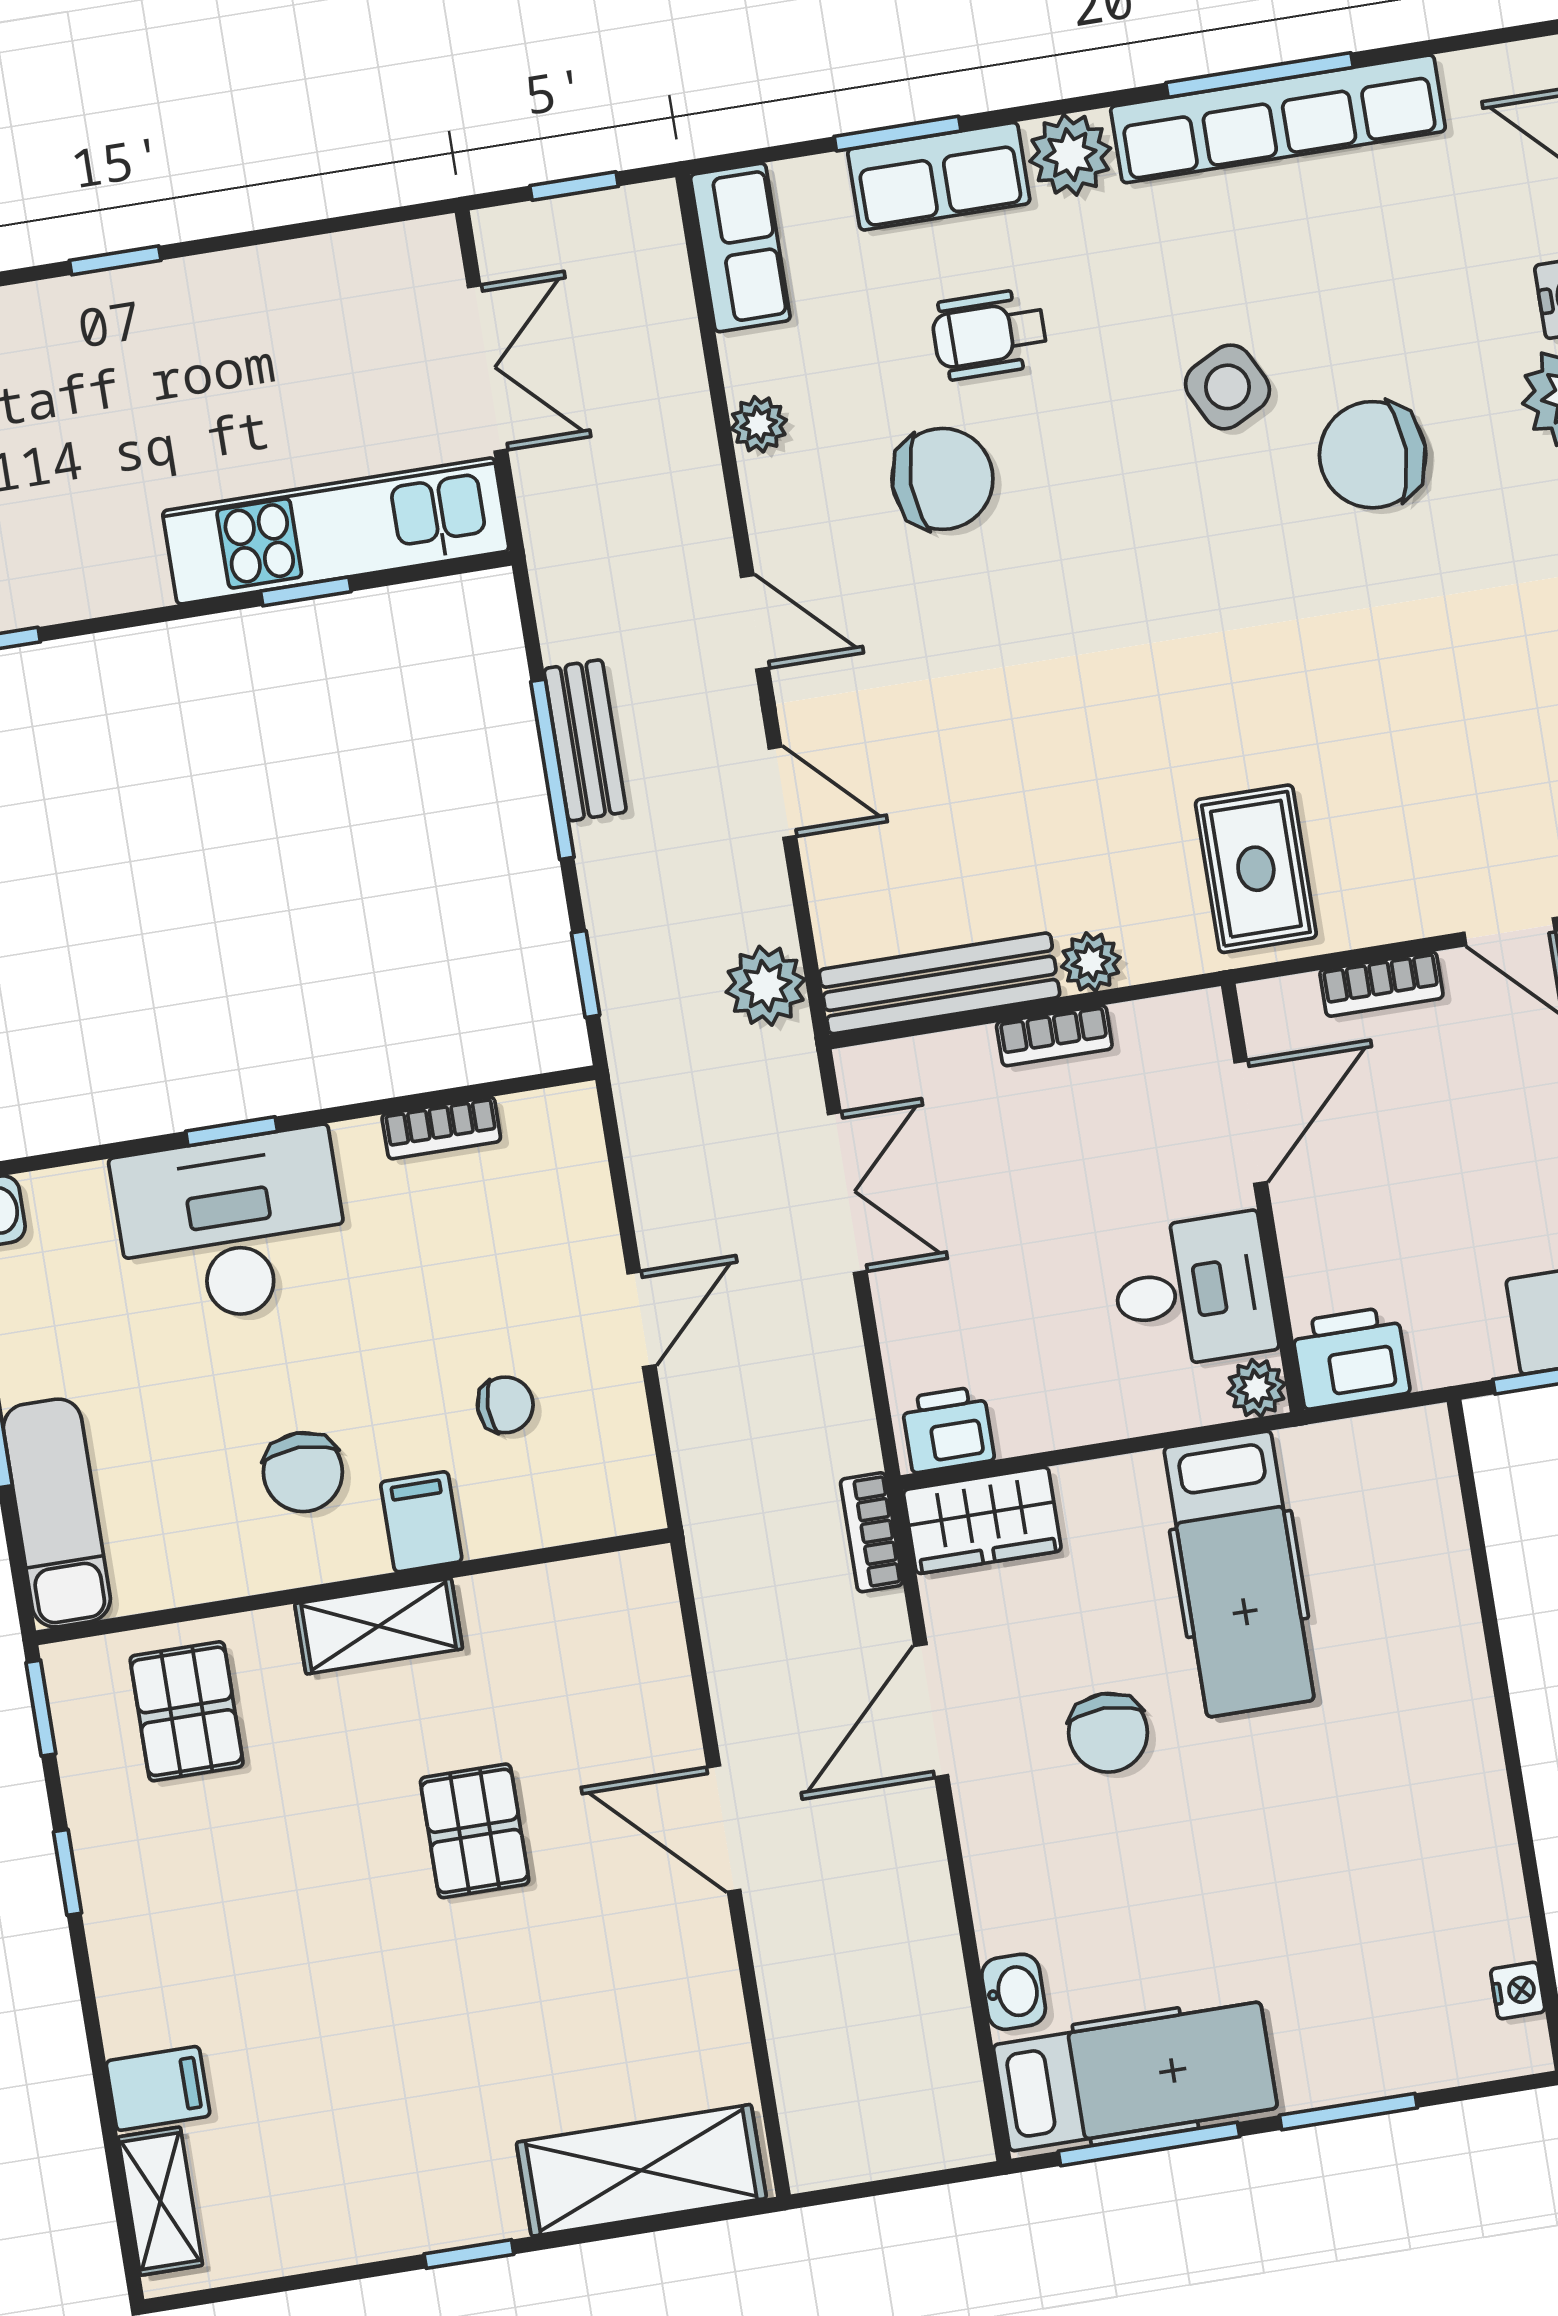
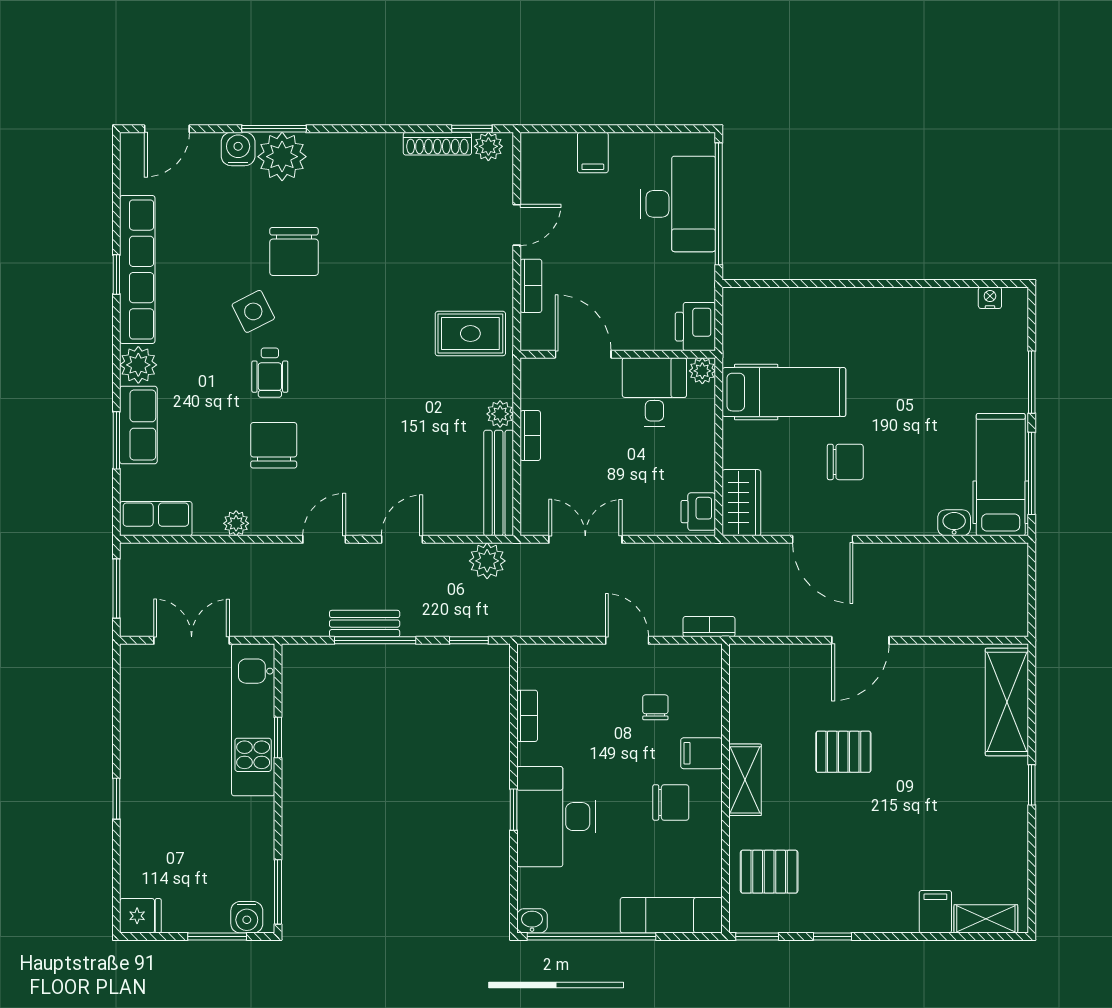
window: (1259, 75) -> (116, 275), width x0.46
window: (574, 186) -> (116, 588), width x1.50
wheelchair: (989, 334) -> (270, 373), moved
bookcase: (871, 1532) -> (709, 627), moved, turned 180

